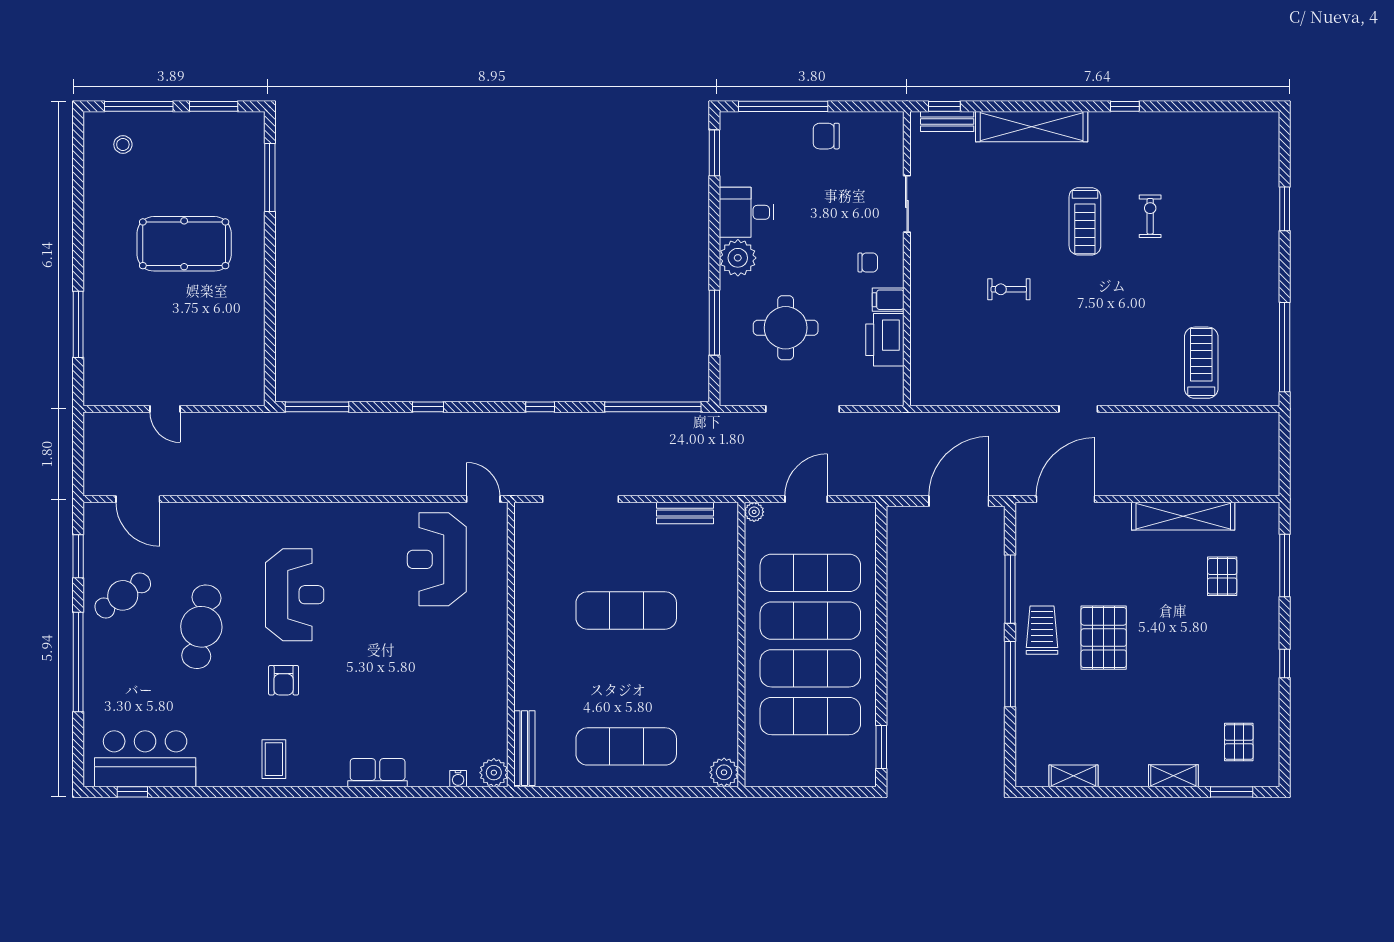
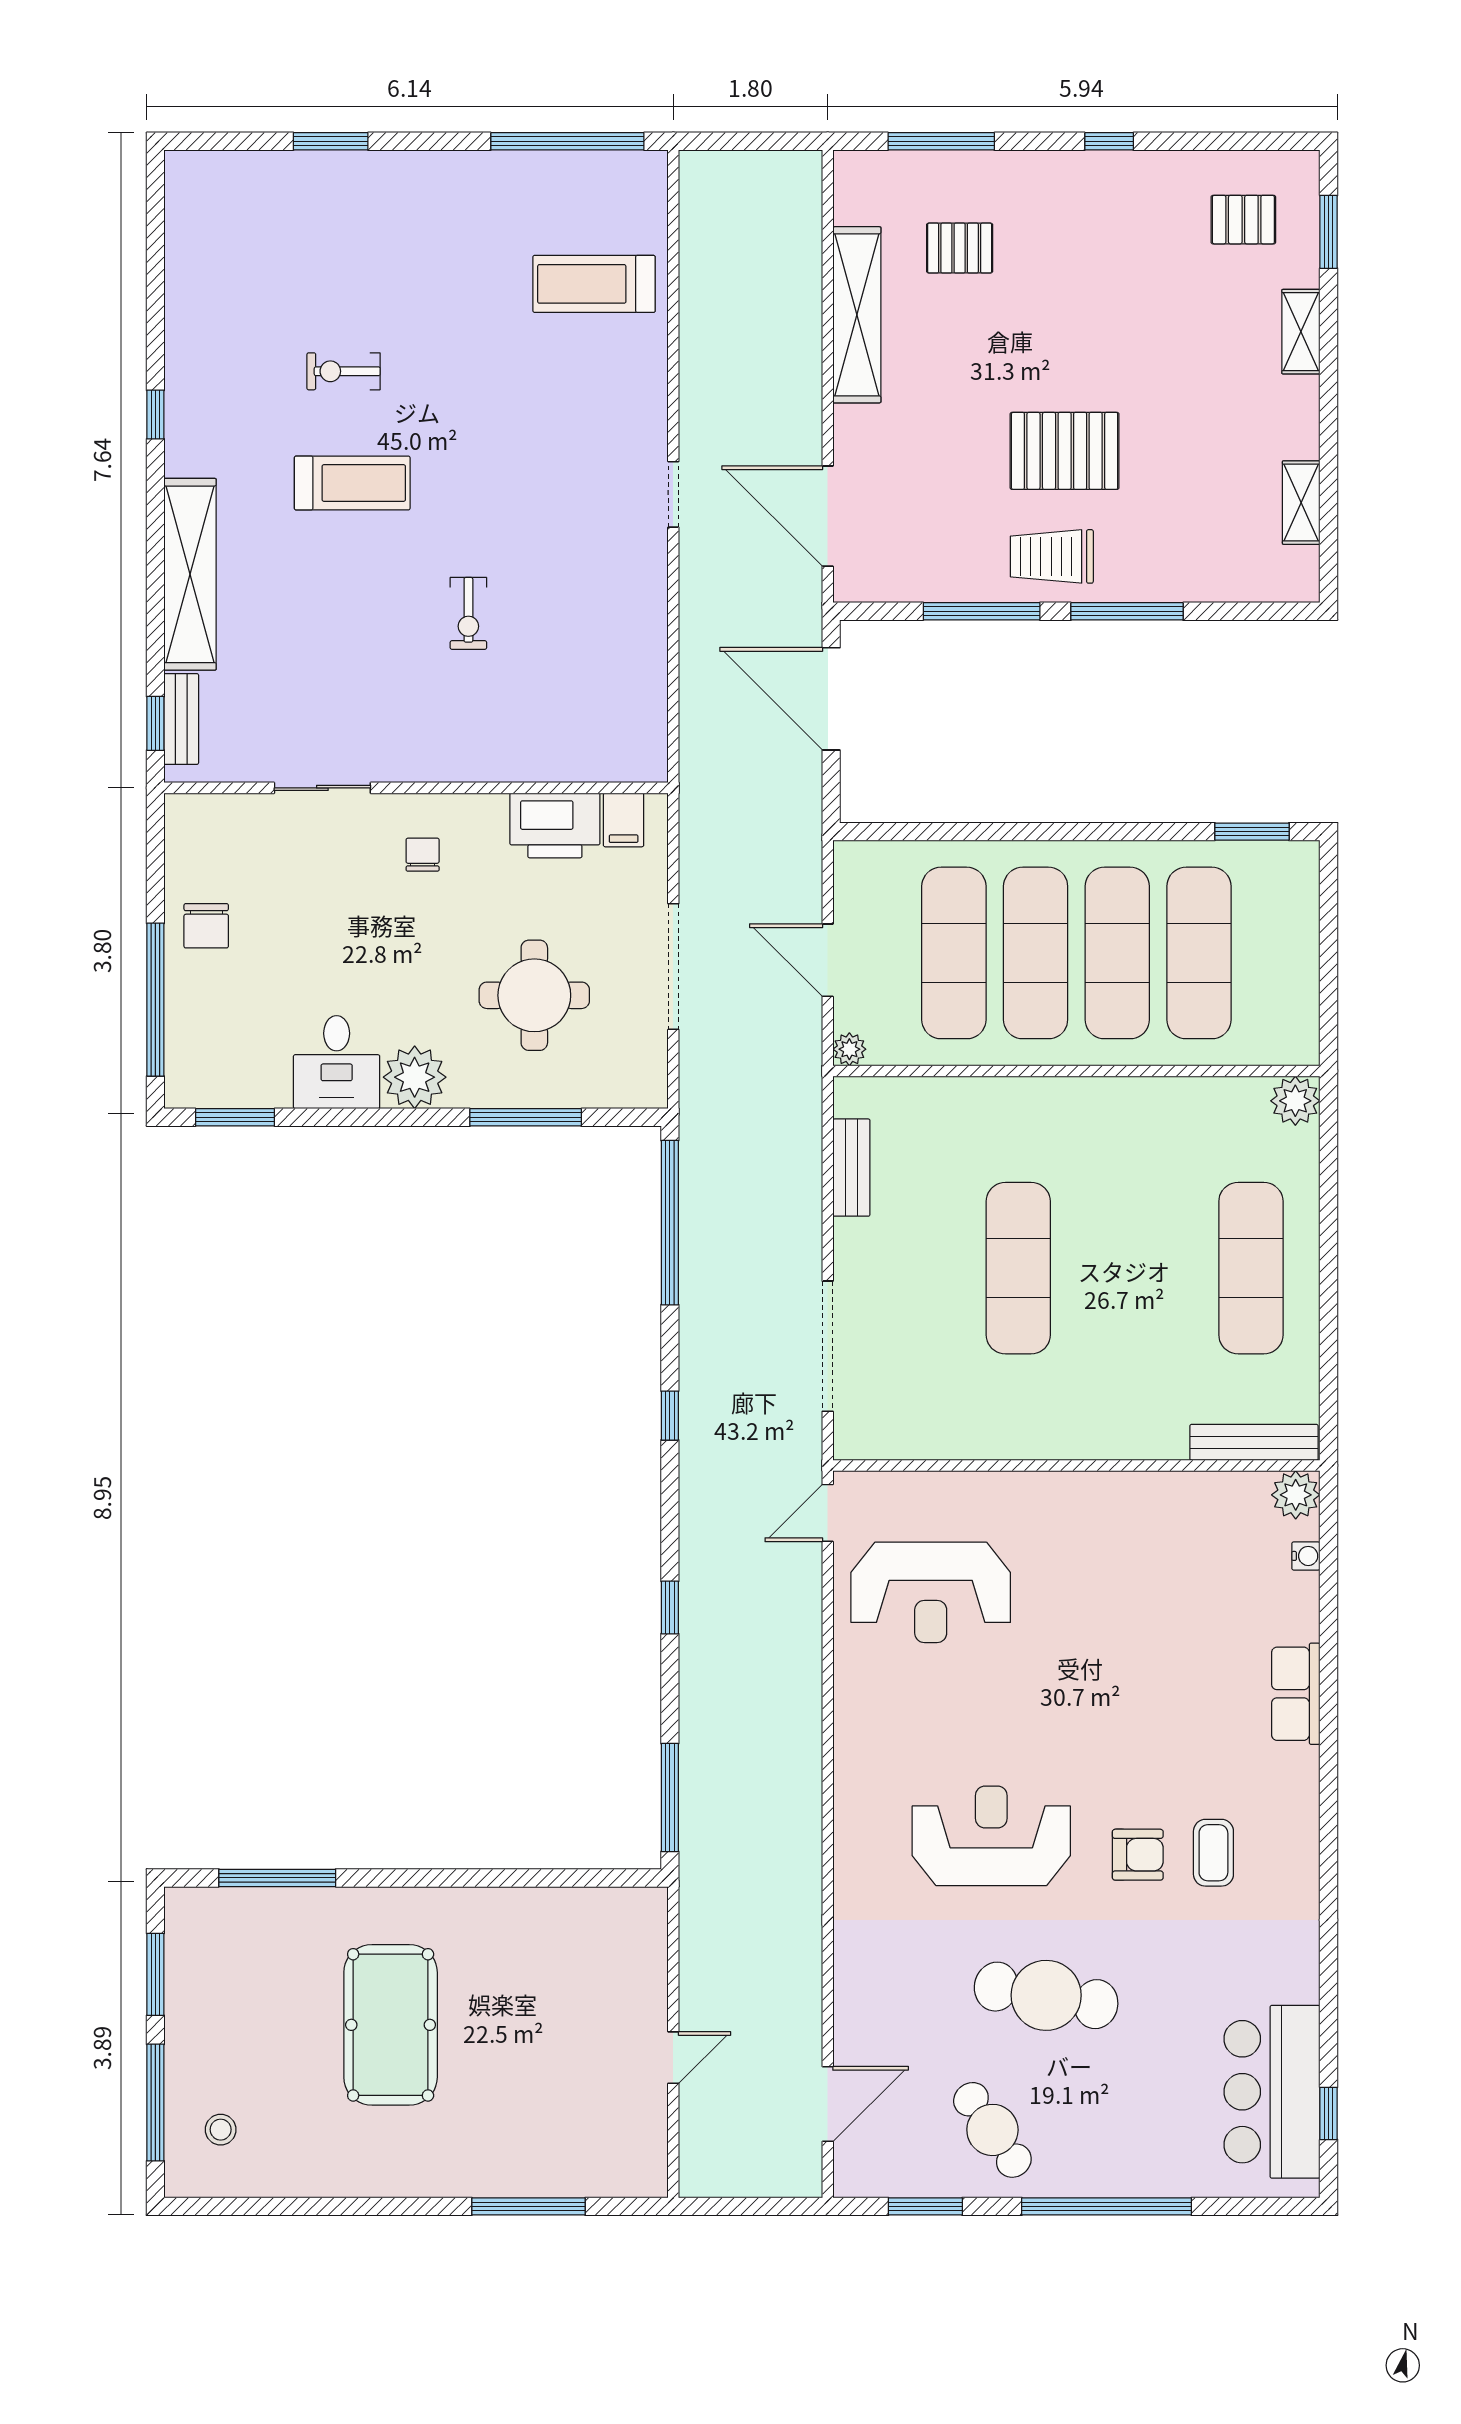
filing cabinet: (888, 300) -> (624, 820), moved
coffee table: (274, 759) -> (1213, 1853), moved, turned 90

